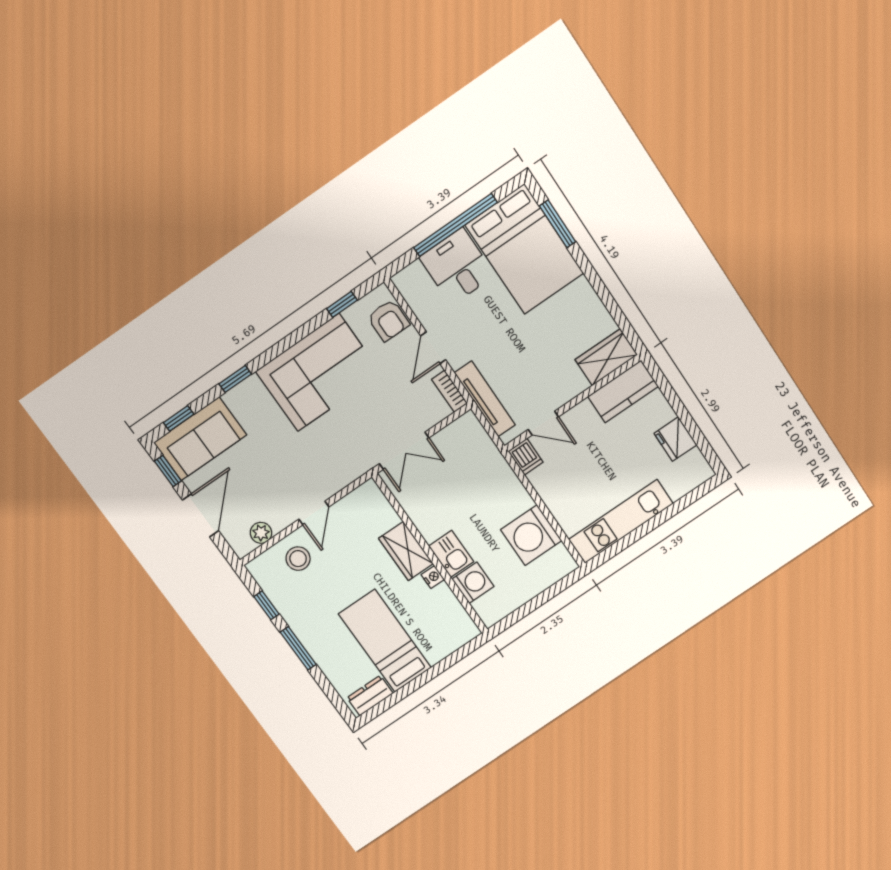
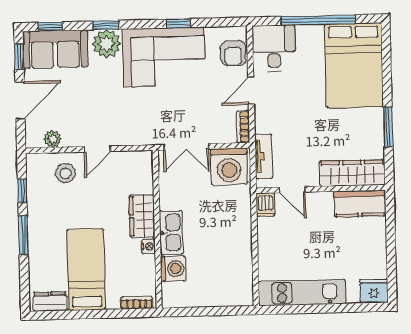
window: (558, 224) -> (388, 127), moved
desk: (457, 266) -> (274, 48), moved
window: (342, 304) -> (178, 23), moved
wardrobe: (606, 357) -> (352, 173), width x1.50
plant: (249, 398) -> (107, 44), added
tv unit: (485, 399) -> (264, 156), width x0.71
fridge: (675, 439) -> (374, 291), moved, turned 90
washing machine: (531, 535) -> (229, 166), moved, turned -90
kitchen sink: (451, 554) -> (171, 233), width x1.38
bookcase: (458, 640) -> (137, 303), added

